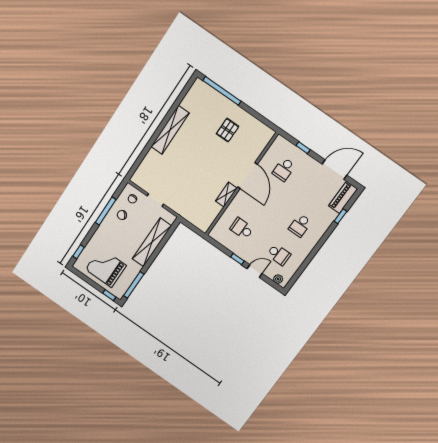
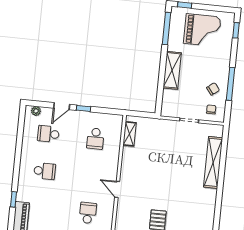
shelving: (170, 130) -> (213, 162), moved
door: (247, 176) -> (117, 189), width x0.53
shelving: (226, 195) -> (130, 134), moved
school desk: (300, 225) -> (45, 171), turned 90
school desk: (242, 229) -> (95, 139), turned 90
shelving: (152, 242) -> (172, 70), width x0.68

